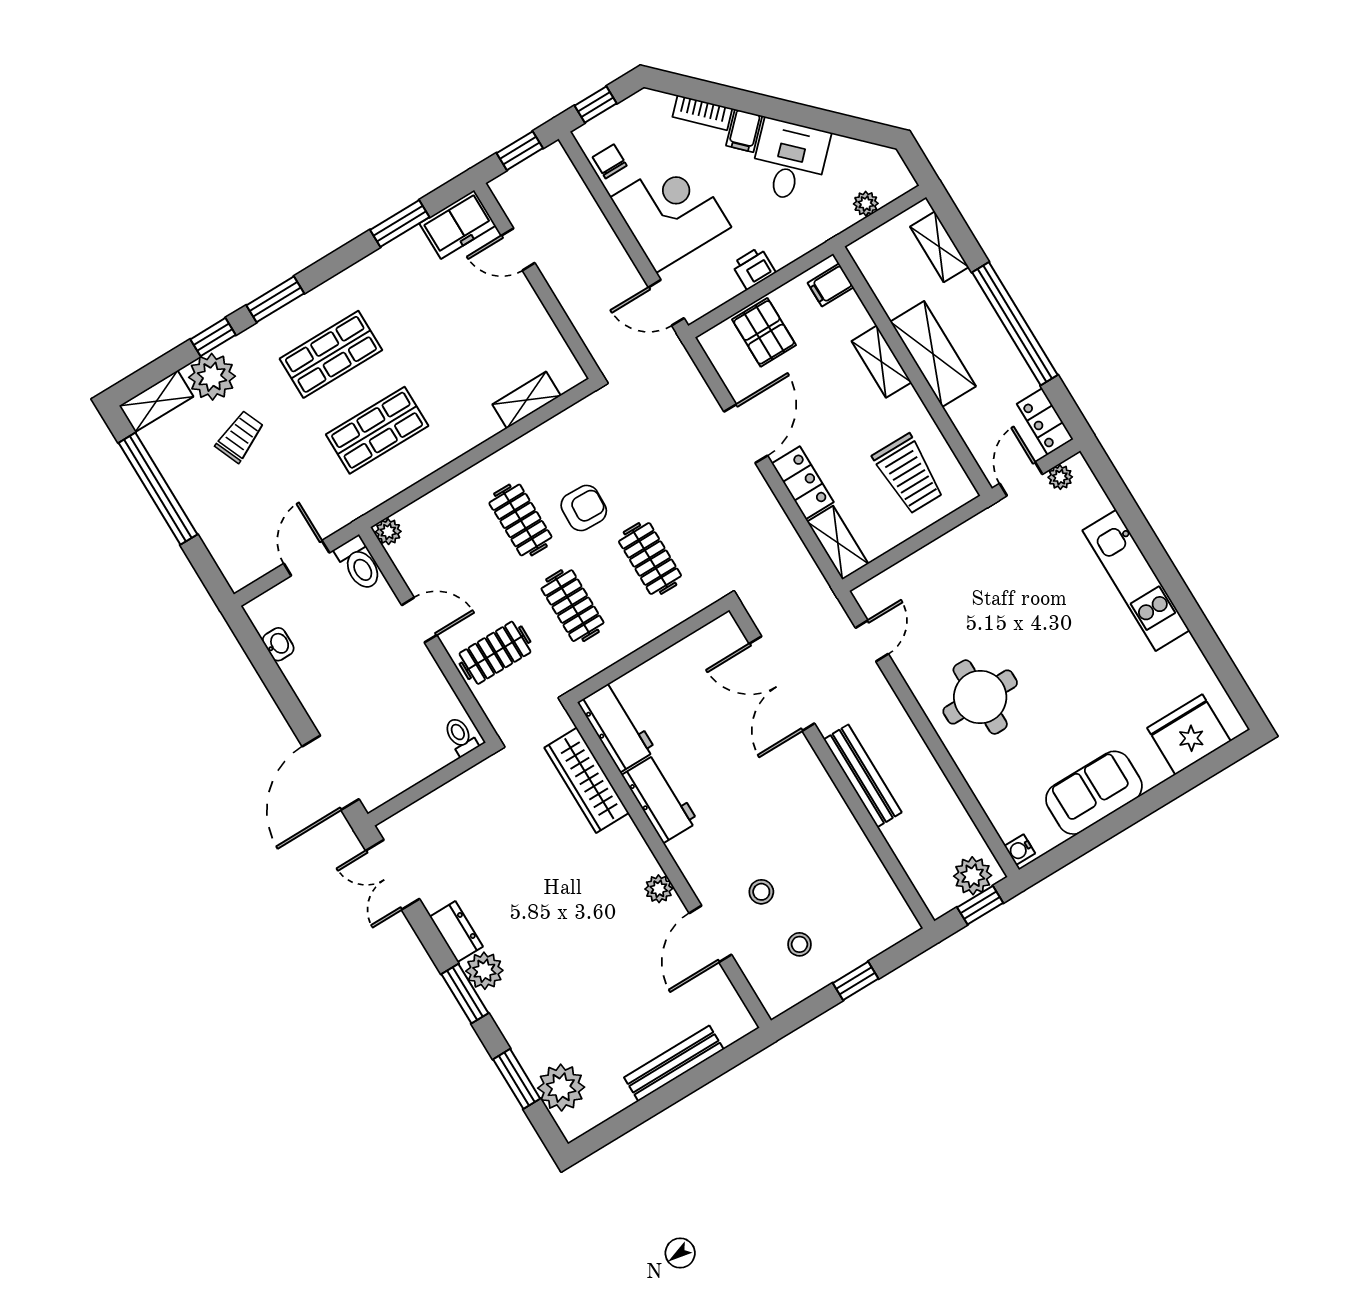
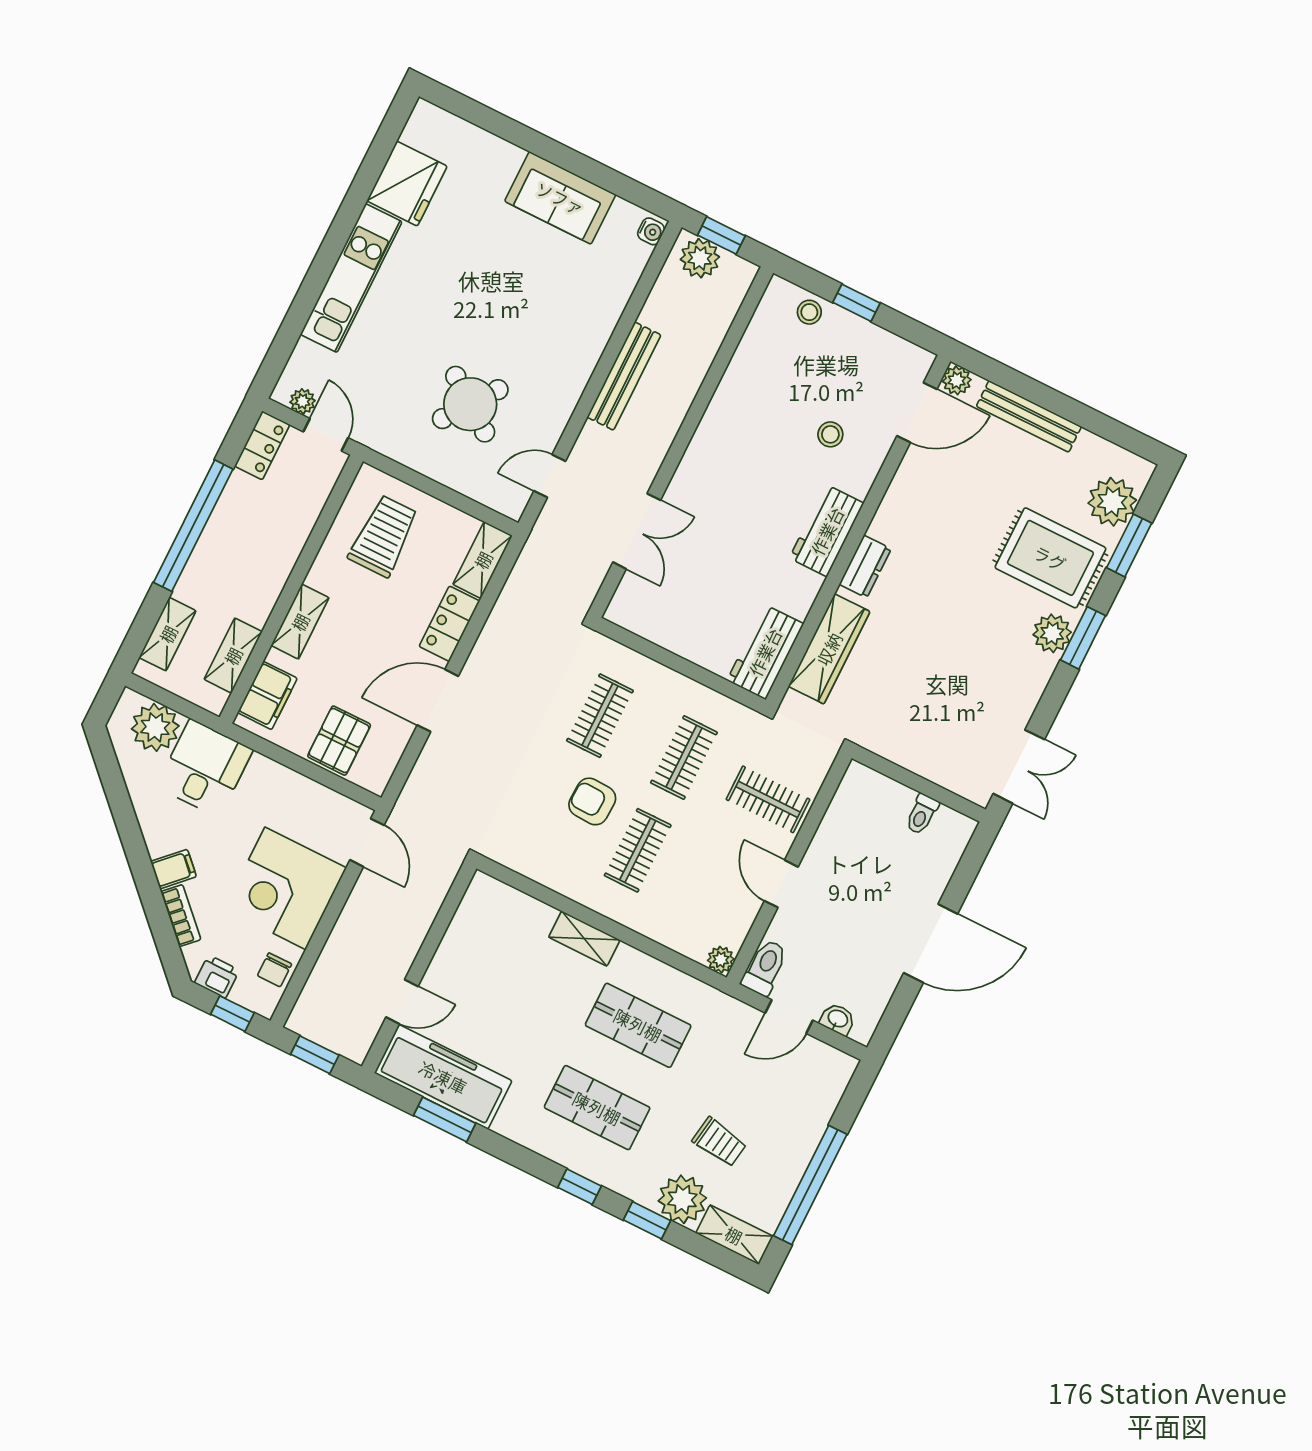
desk: (790, 161) -> (205, 768), moved, turned 135
plant: (866, 204) -> (155, 727), width x1.88, depth x1.88
freezer: (458, 224) -> (443, 1077), width x1.91, depth x1.26
door: (518, 249) -> (402, 1002), hinge flipped
printer: (754, 268) -> (217, 977), moved, turned 180
filing cabinet: (831, 285) -> (267, 695), width x2.00
window: (275, 299) -> (580, 1187), width x0.67
shelving: (933, 354) -> (233, 656), moved, width x0.67, depth x0.75
shelving: (527, 400) -> (584, 939), moved
trolley: (240, 437) -> (719, 1142), turned -148
door: (1021, 479) -> (326, 435), swing flipped
washbasin: (278, 644) -> (838, 1019), moved, turned 90
double door: (782, 684) -> (637, 531), width x0.73
round table: (980, 697) -> (470, 404), moved, turned 36
fridge: (1189, 734) -> (407, 184), moved, turned -90
toilet: (461, 736) -> (922, 814), moved
door: (331, 773) -> (931, 943), moved
bench: (863, 776) -> (624, 376), moved
workbench: (660, 798) -> (827, 531), moved
plant: (659, 889) -> (957, 380), moved
dresser: (456, 932) -> (865, 566), moved, turned 180
door: (710, 934) -> (917, 413), moved
stool: (799, 944) -> (809, 312), moved
rug: (547, 1008) -> (1050, 558), added

